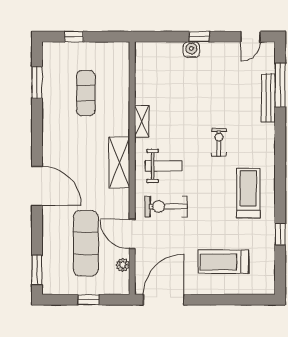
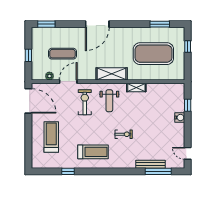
window: (199, 37) -> (188, 105), moved
exercise mat: (86, 93) -> (153, 54), width x2.00, depth x1.45
exercise mat: (86, 243) -> (63, 54), width x0.73, depth x0.69

